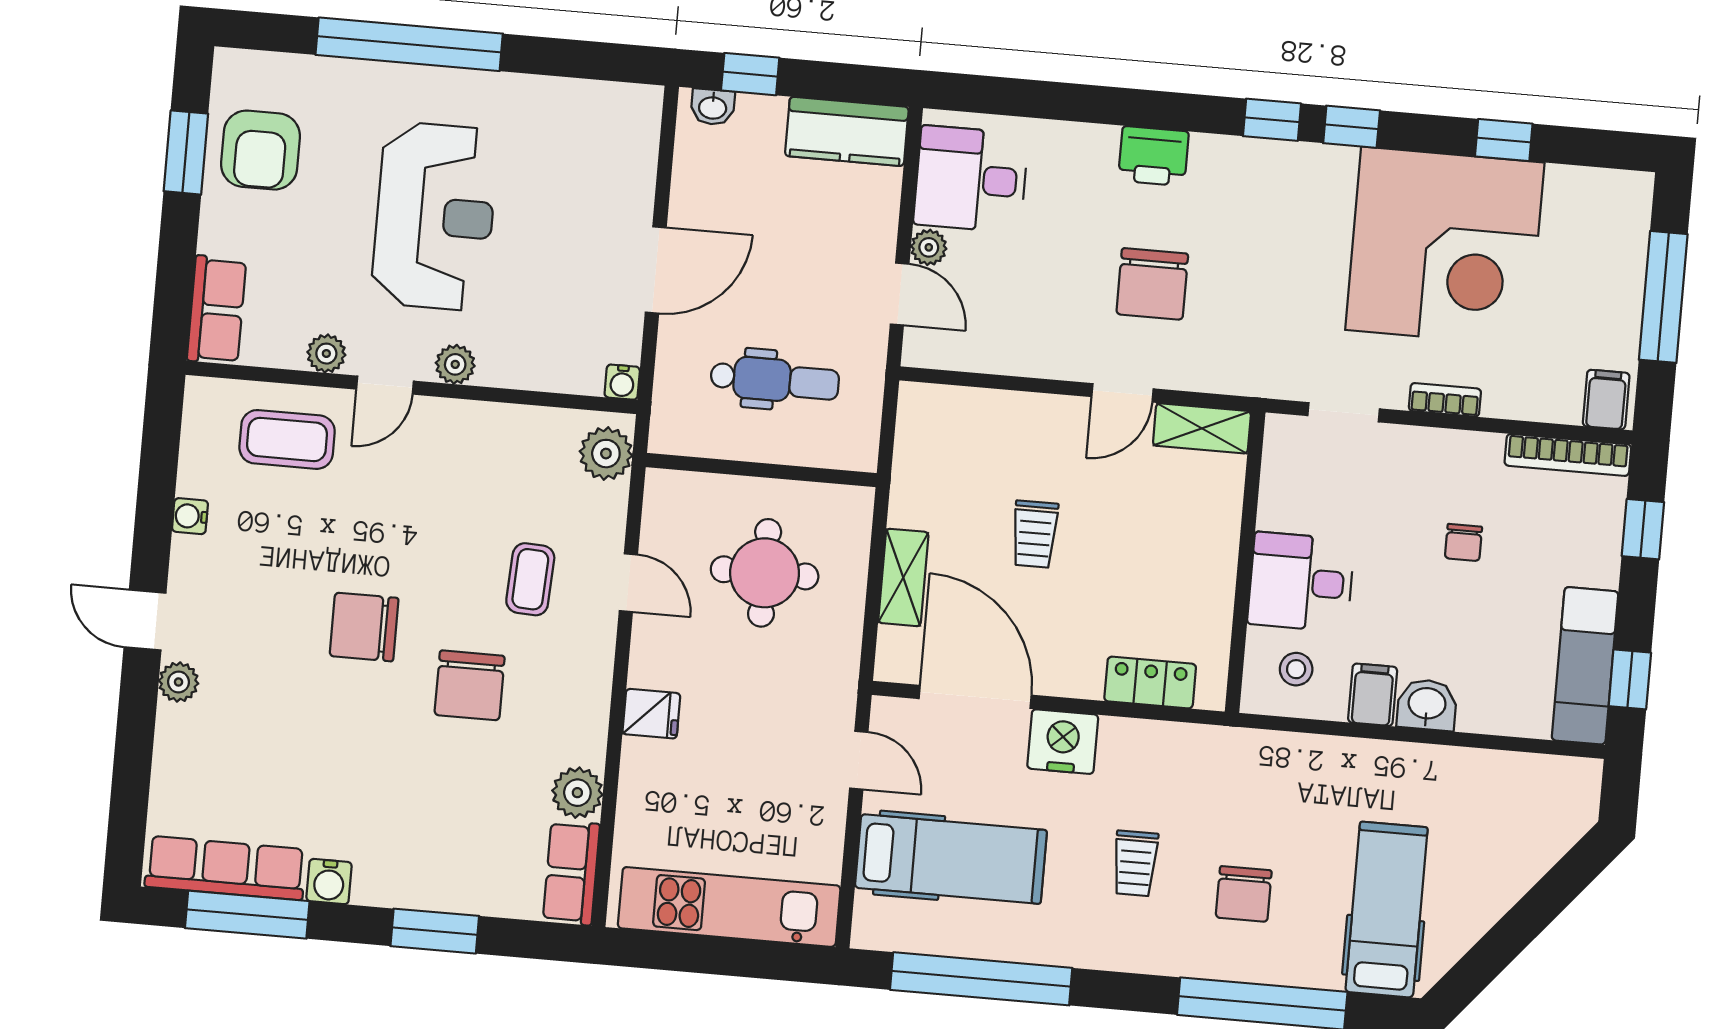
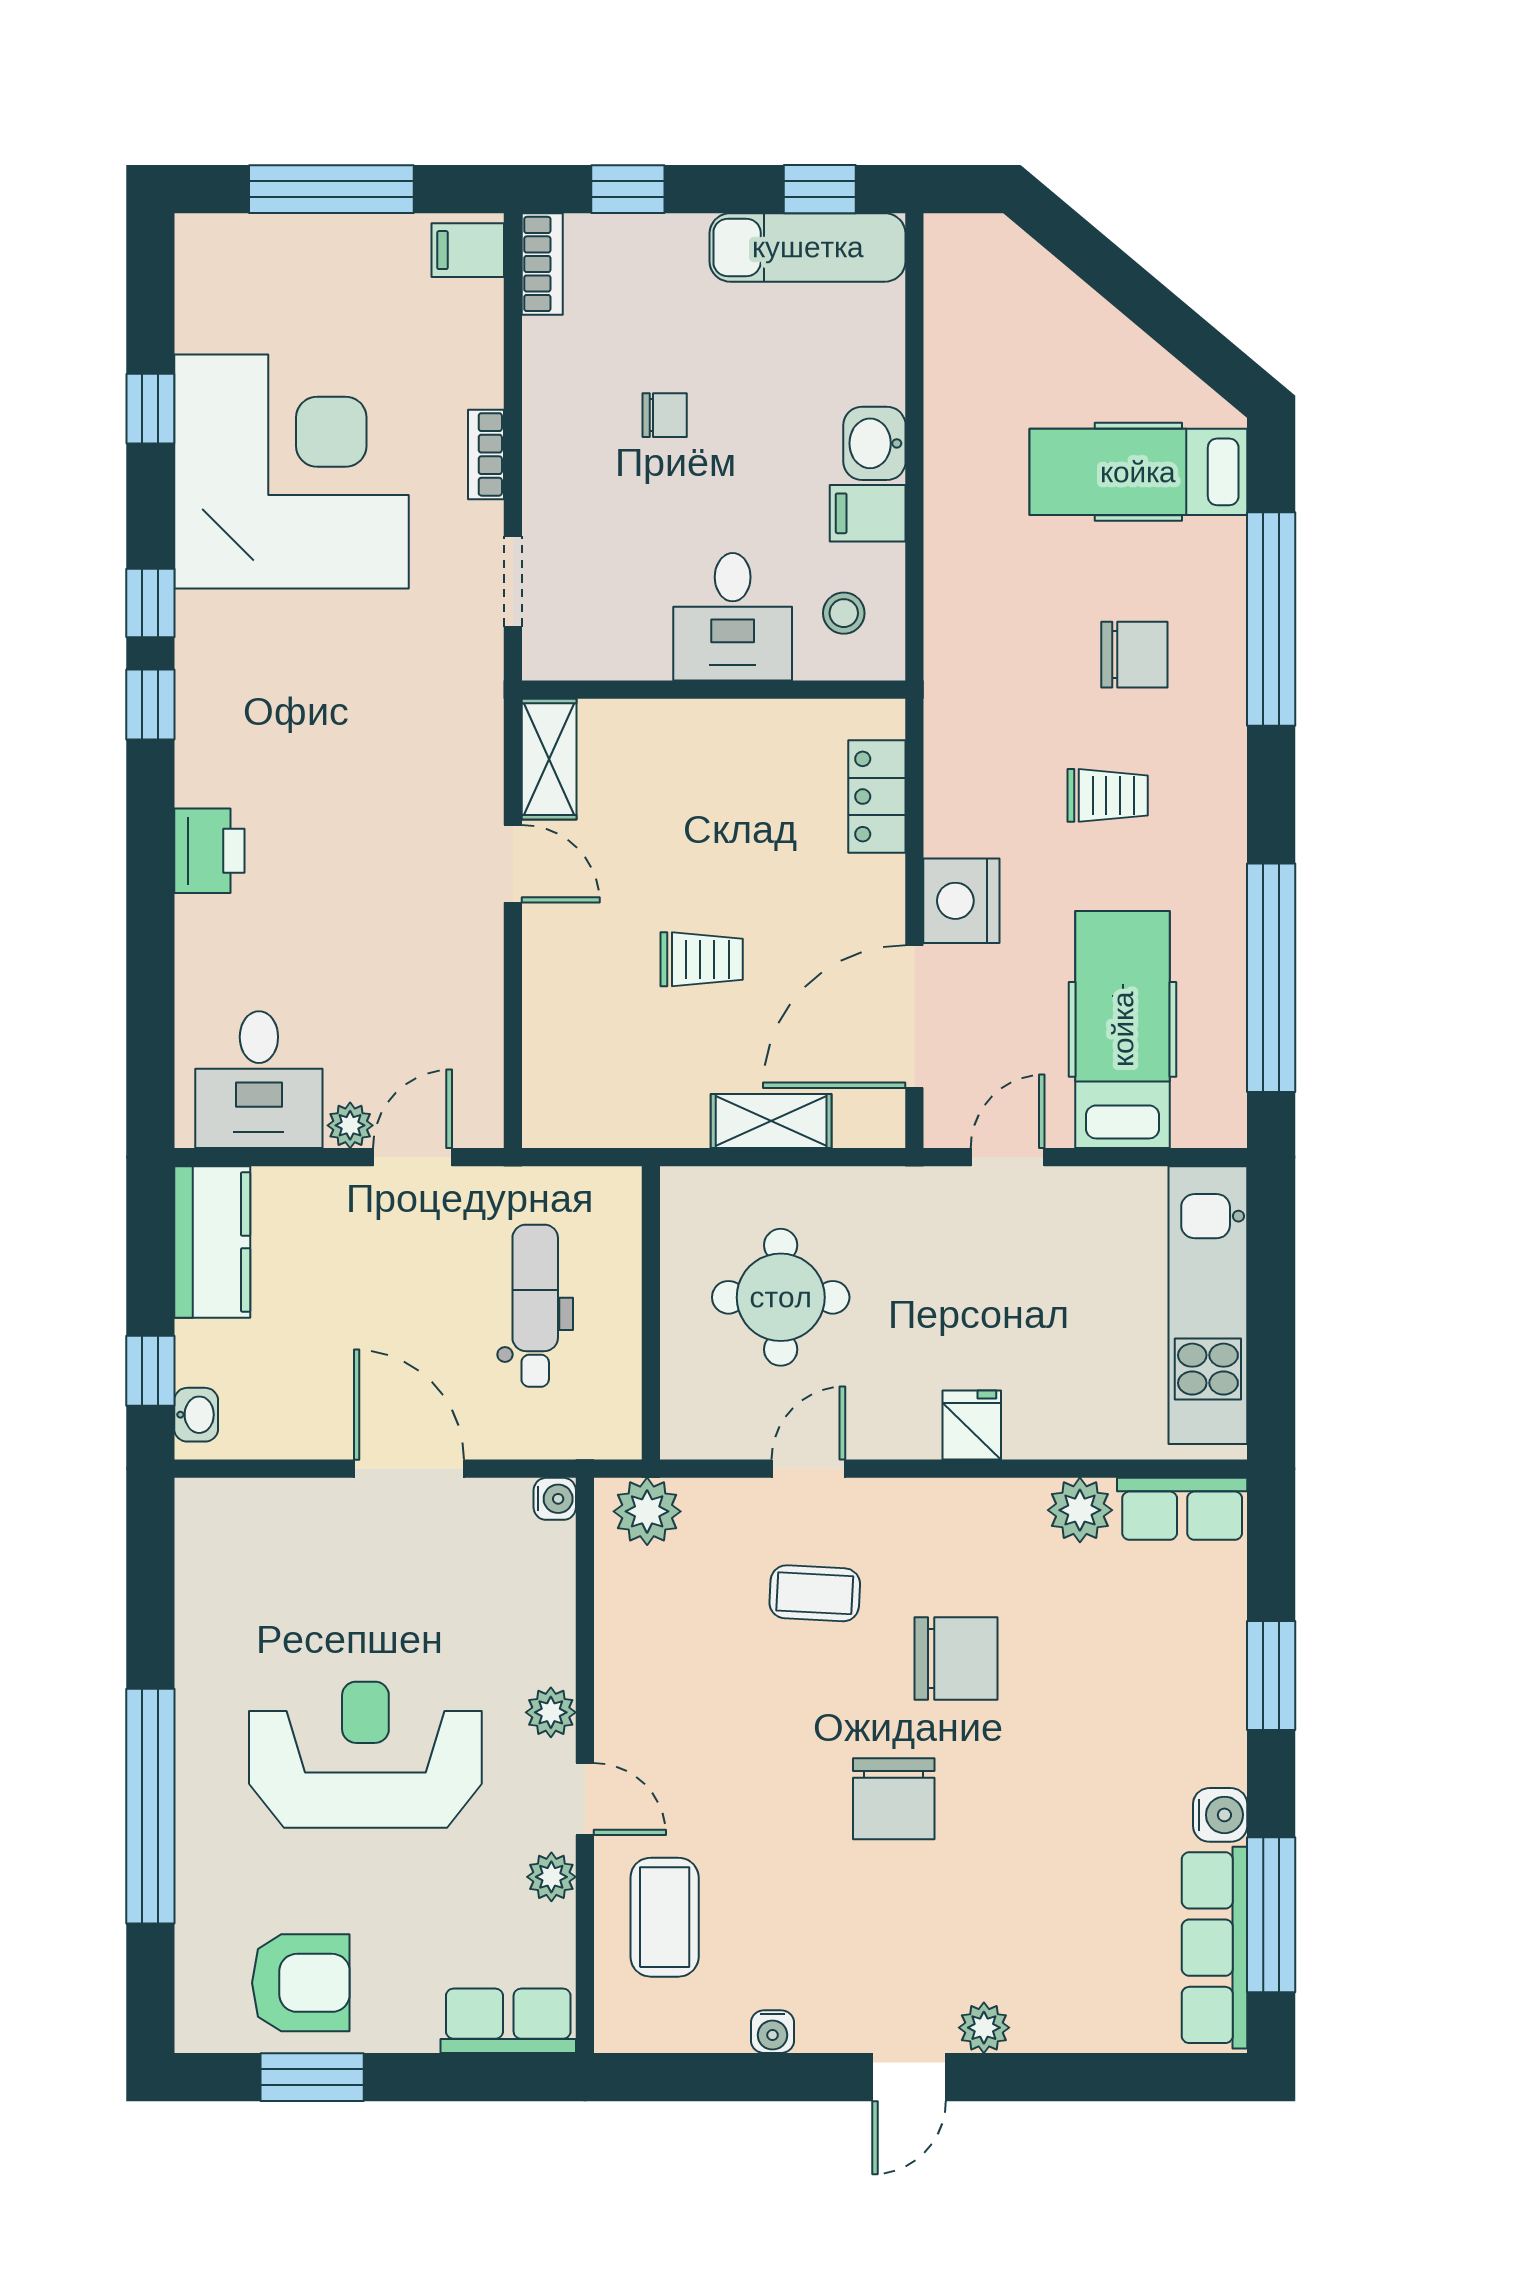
chair: (1152, 284) -> (372, 838), removed
bookcase: (1568, 455) -> (542, 264), width x0.64

